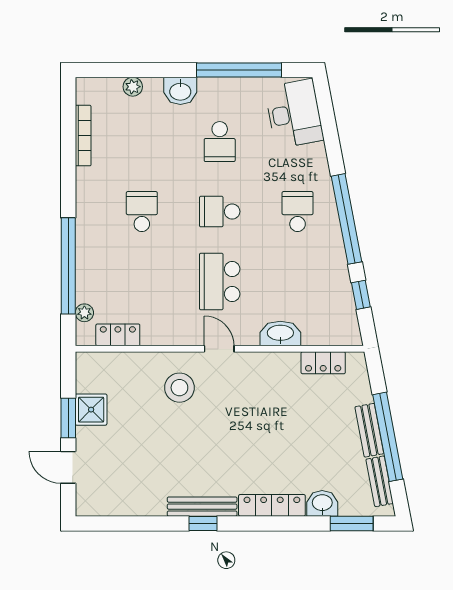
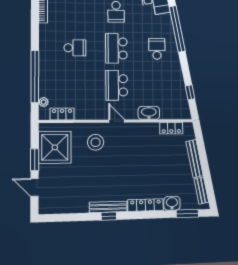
school desk: (142, 212) -> (75, 48), turned 90
school desk: (220, 212) -> (116, 48), width x1.85
window: (347, 219) -> (177, 29), moved
shower: (91, 410) -> (55, 147), width x1.86, depth x1.86
bench: (369, 430) -> (195, 159), width x1.36
window: (388, 437) -> (205, 167), removed

